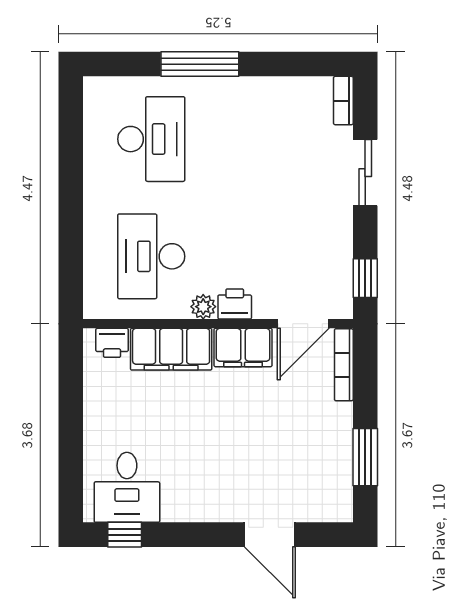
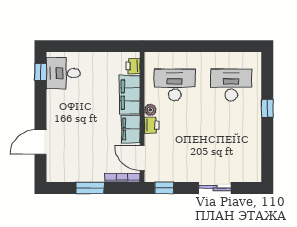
window: (200, 64) -> (267, 108), width x0.46
bookcase: (343, 101) -> (250, 177), removed
desk: (151, 139) -> (231, 85), turned 180
window: (365, 457) -> (90, 188), moved

